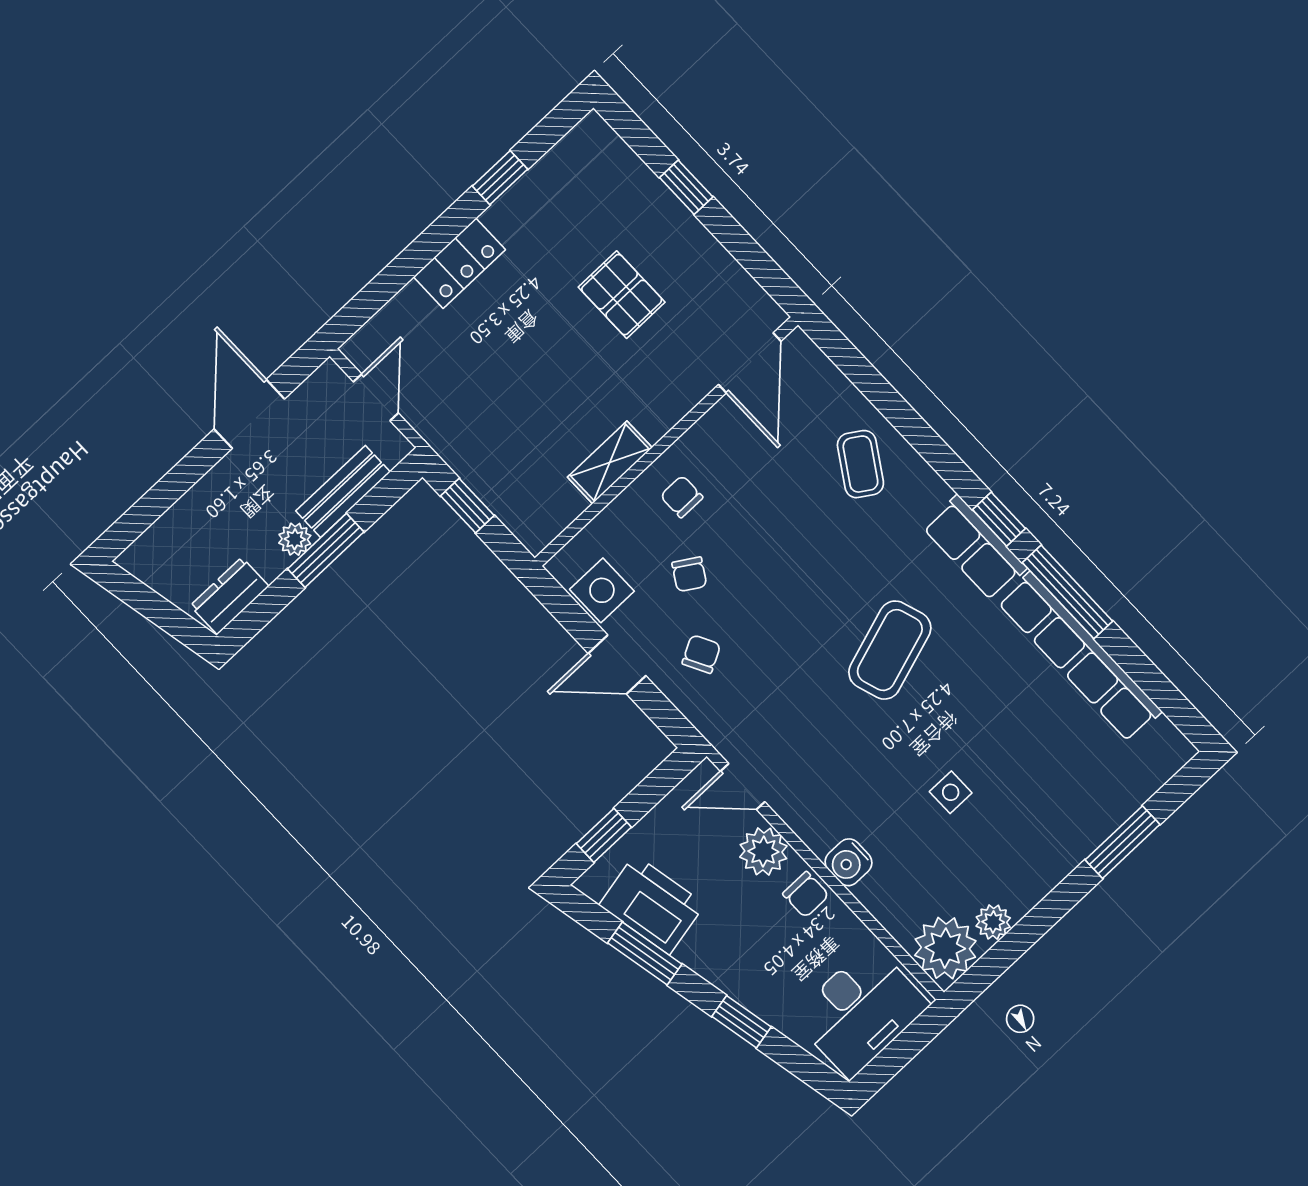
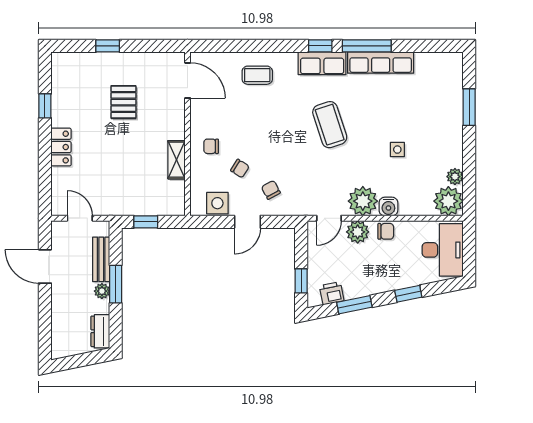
pallet: (622, 295) -> (123, 102), turned 90
coffee table: (860, 464) -> (257, 75), turned -33
row of seats: (1080, 657) -> (381, 62), width x0.73
plant: (819, 814) -> (363, 201), added
printer: (652, 905) -> (332, 293), width x0.53, depth x0.68

